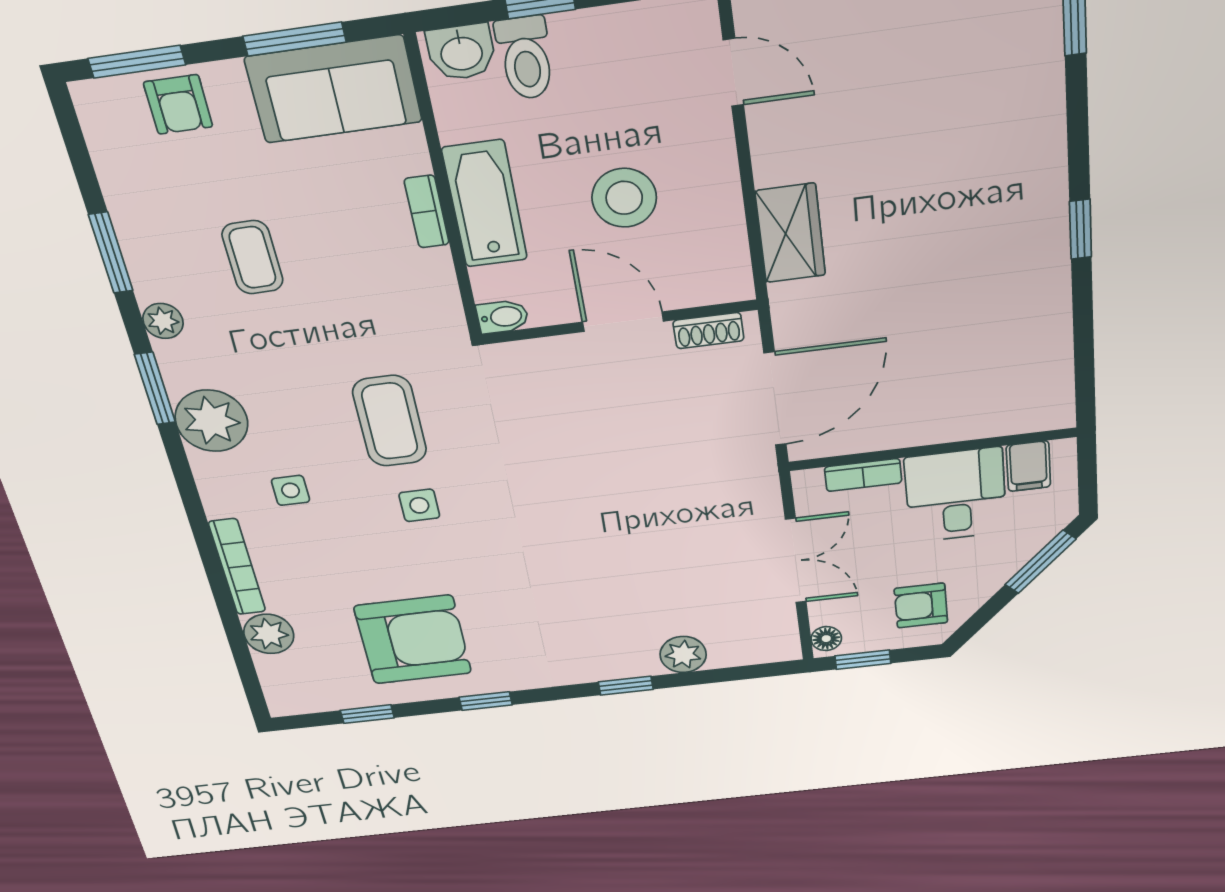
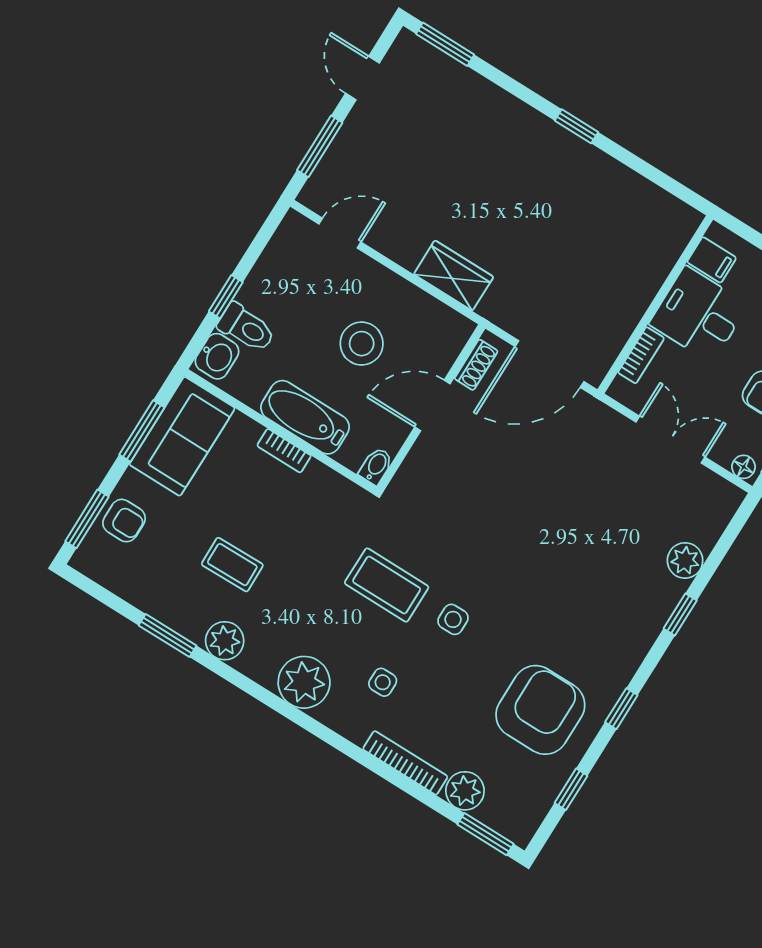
plant: (163, 321) -> (225, 641), width x1.38, depth x1.38
window: (155, 388) -> (485, 834), moved
door: (775, 399) -> (549, 364), swing flipped

